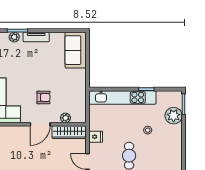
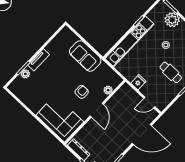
sofa: (76, 50) -> (85, 56), moved
wardrobe: (69, 132) -> (119, 96), removed

